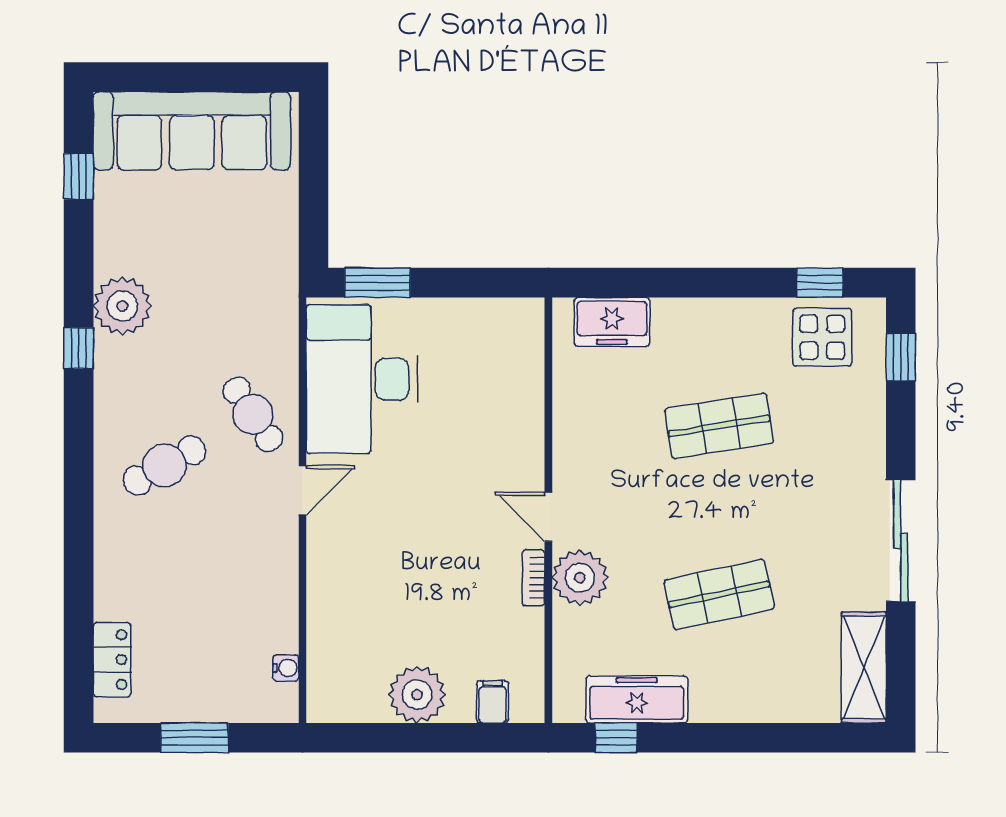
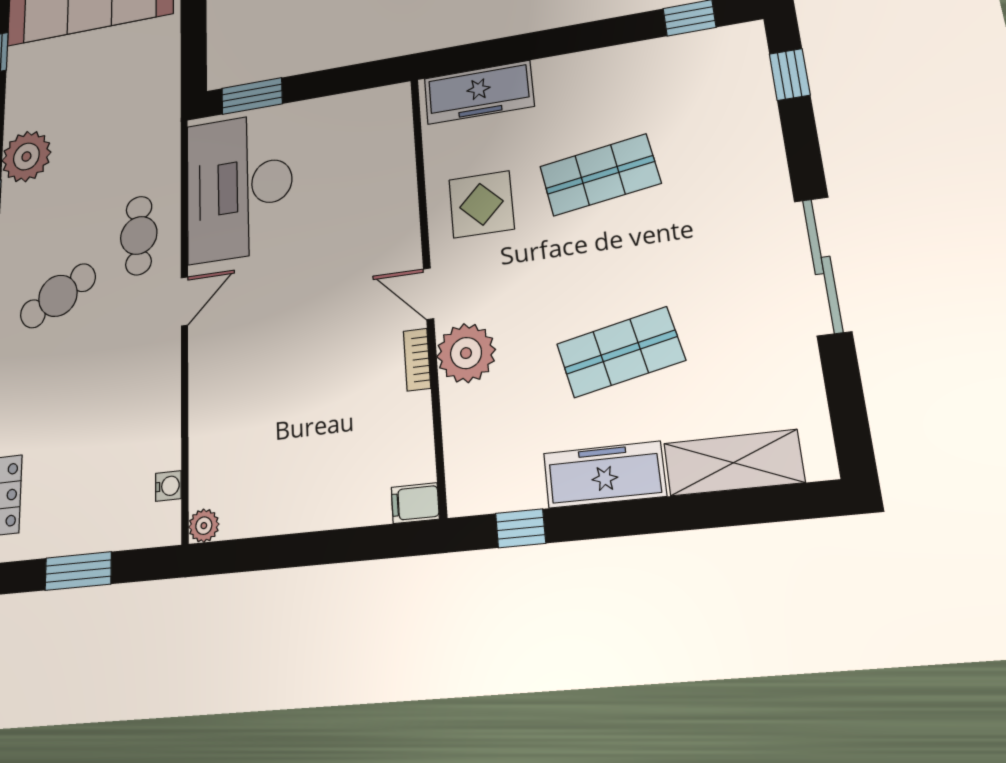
freezer: (612, 322) -> (479, 92), width x1.40
display table: (822, 337) -> (481, 204), moved
cafe table: (253, 414) -> (139, 235), turned 34
shelving: (864, 668) -> (734, 463), moved, turned 90
plant: (417, 695) -> (204, 526), moved, width x0.53, depth x0.53
freezer: (637, 699) -> (604, 475), moved
filing cabinet: (493, 702) -> (415, 503), moved, turned -90

